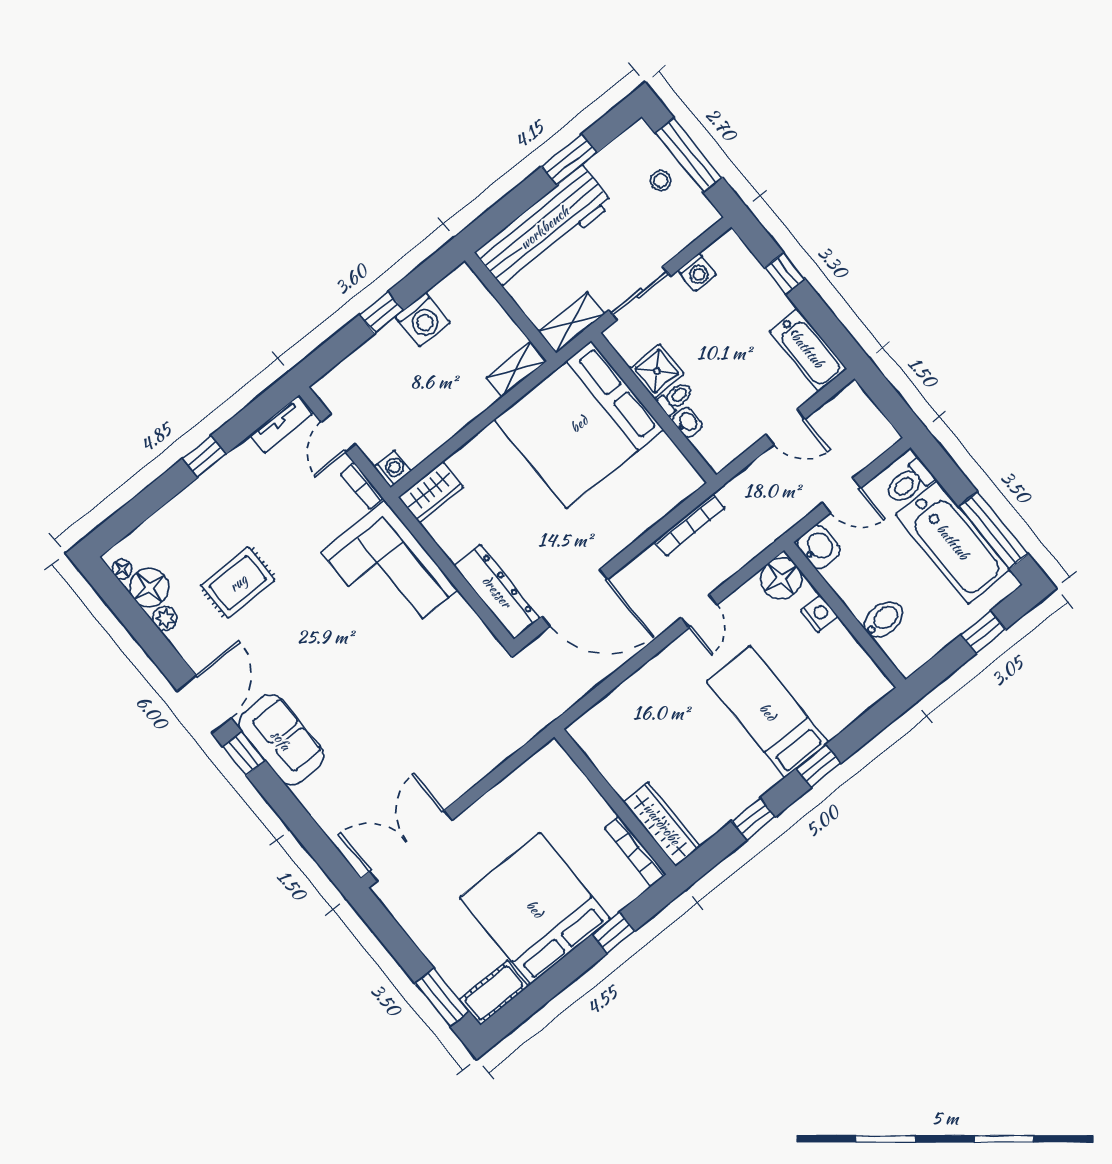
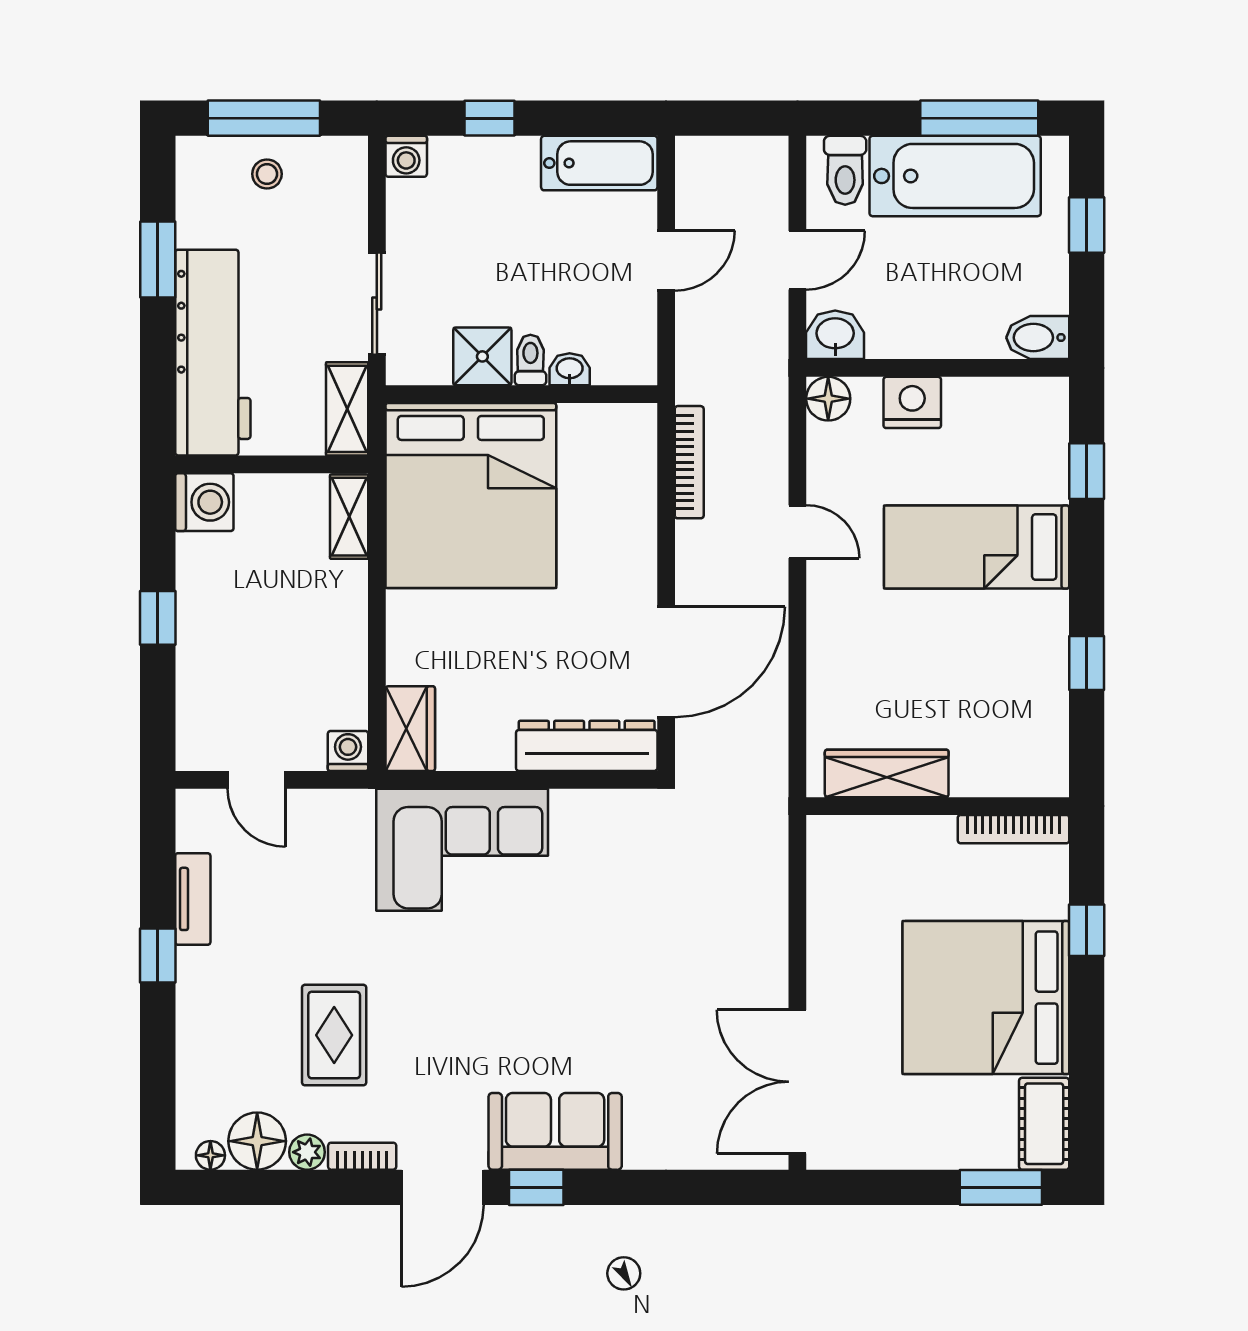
washing machine: (697, 272) -> (406, 156), moved, turned 90
washing machine: (423, 319) -> (204, 502), moved
tv unit: (281, 424) -> (193, 899), moved
bookcase: (362, 486) -> (362, 1156), moved, turned 180
floor lamp: (781, 578) -> (828, 399), width x0.73, depth x0.73
nightstand: (819, 614) -> (912, 402), width x1.36, depth x1.33
bidet: (883, 620) -> (1038, 338), moved, turned -90
door: (204, 704) -> (443, 1187), swing flipped
window: (818, 766) -> (1087, 471), moved
wardrobe: (662, 824) -> (887, 773), moved

